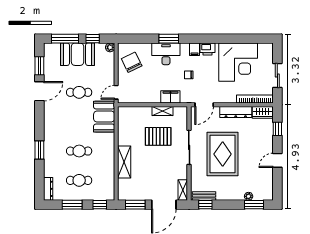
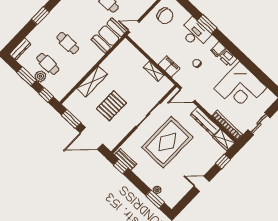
chair: (132, 62) -> (165, 16), turned 114
pallet: (158, 136) -> (112, 106), moved, turned 90
shelving: (183, 190) -> (115, 141), removed
plant: (82, 195) -> (40, 76), added

